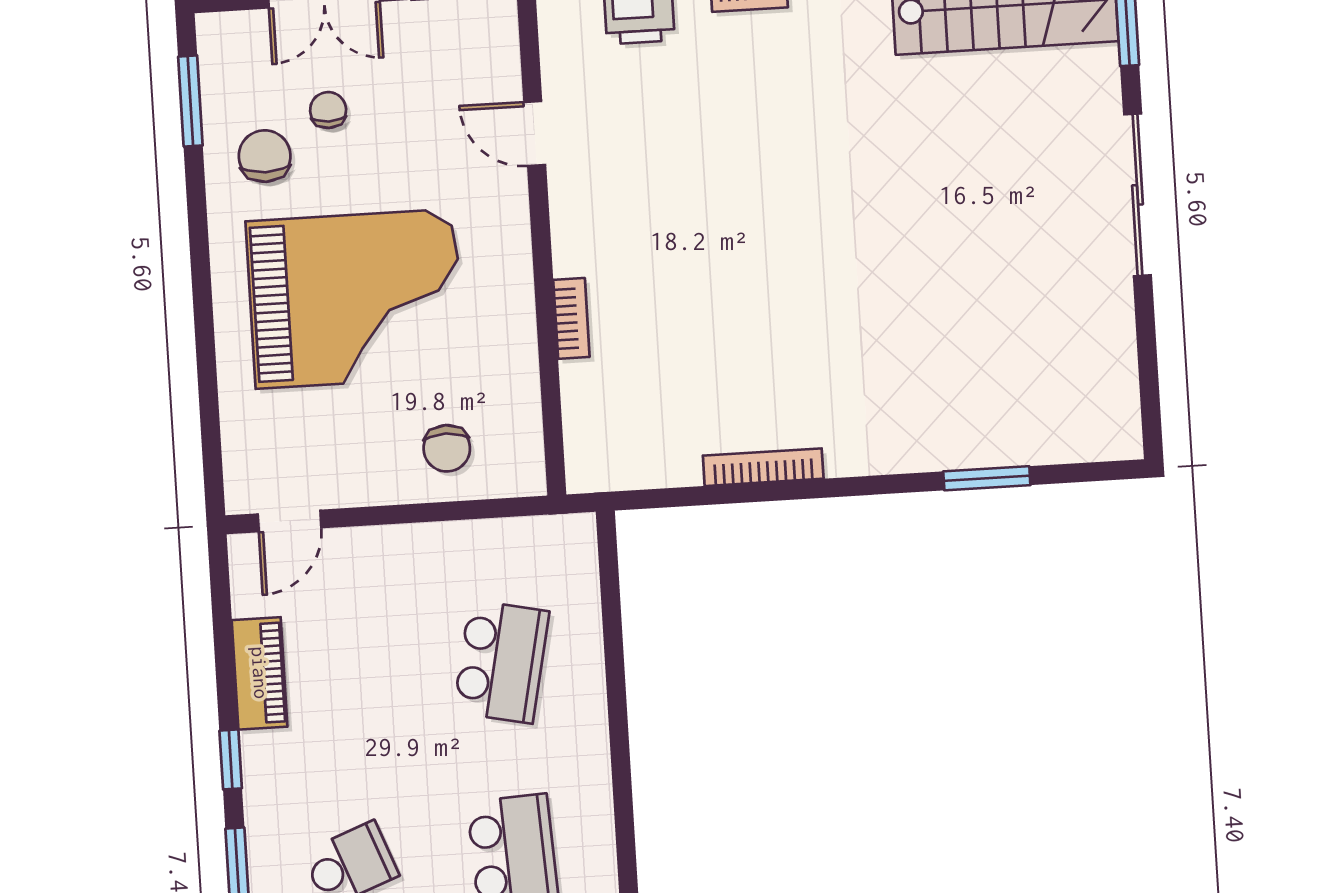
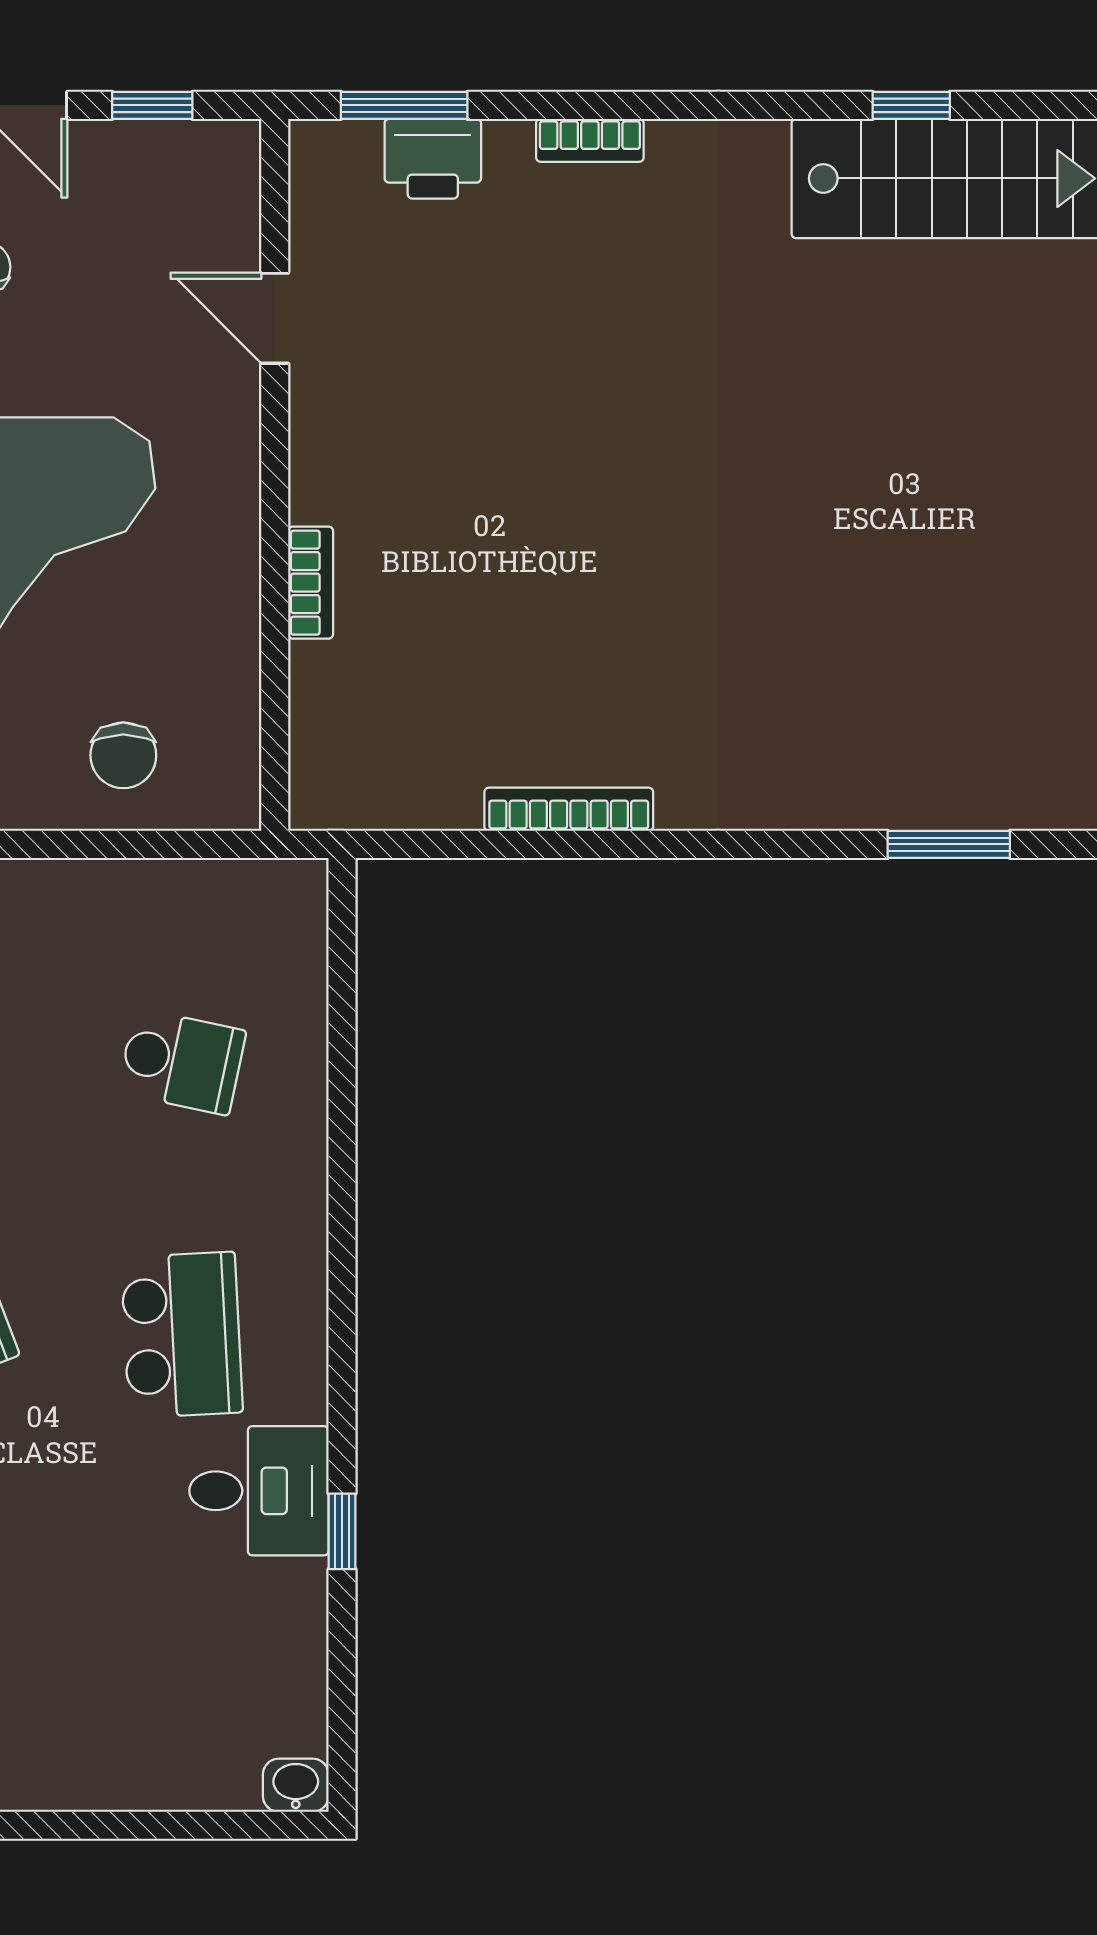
window: (987, 478) -> (949, 844), moved
school desk: (501, 662) -> (182, 1062), width x0.54

